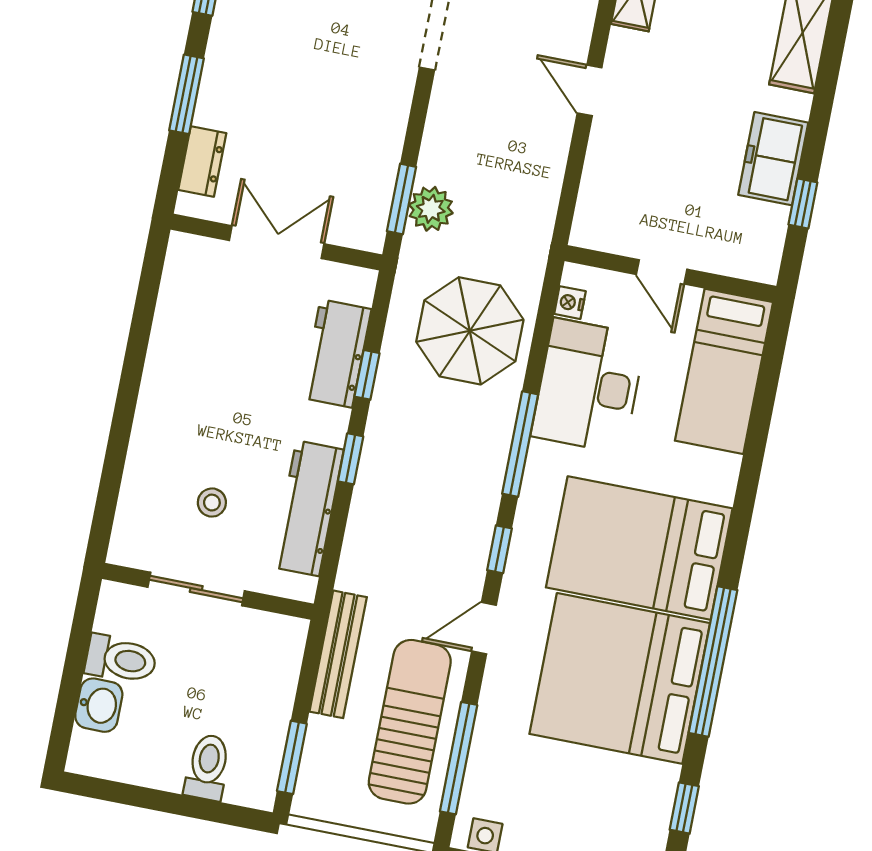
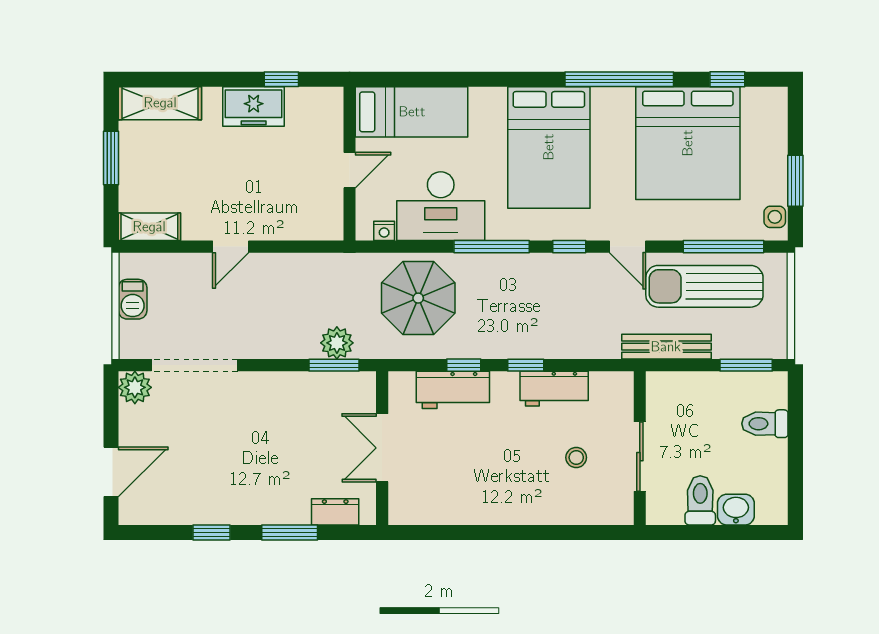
workbench: (308, 508) -> (554, 389), width x0.73
bed: (620, 678) -> (688, 143), moved

